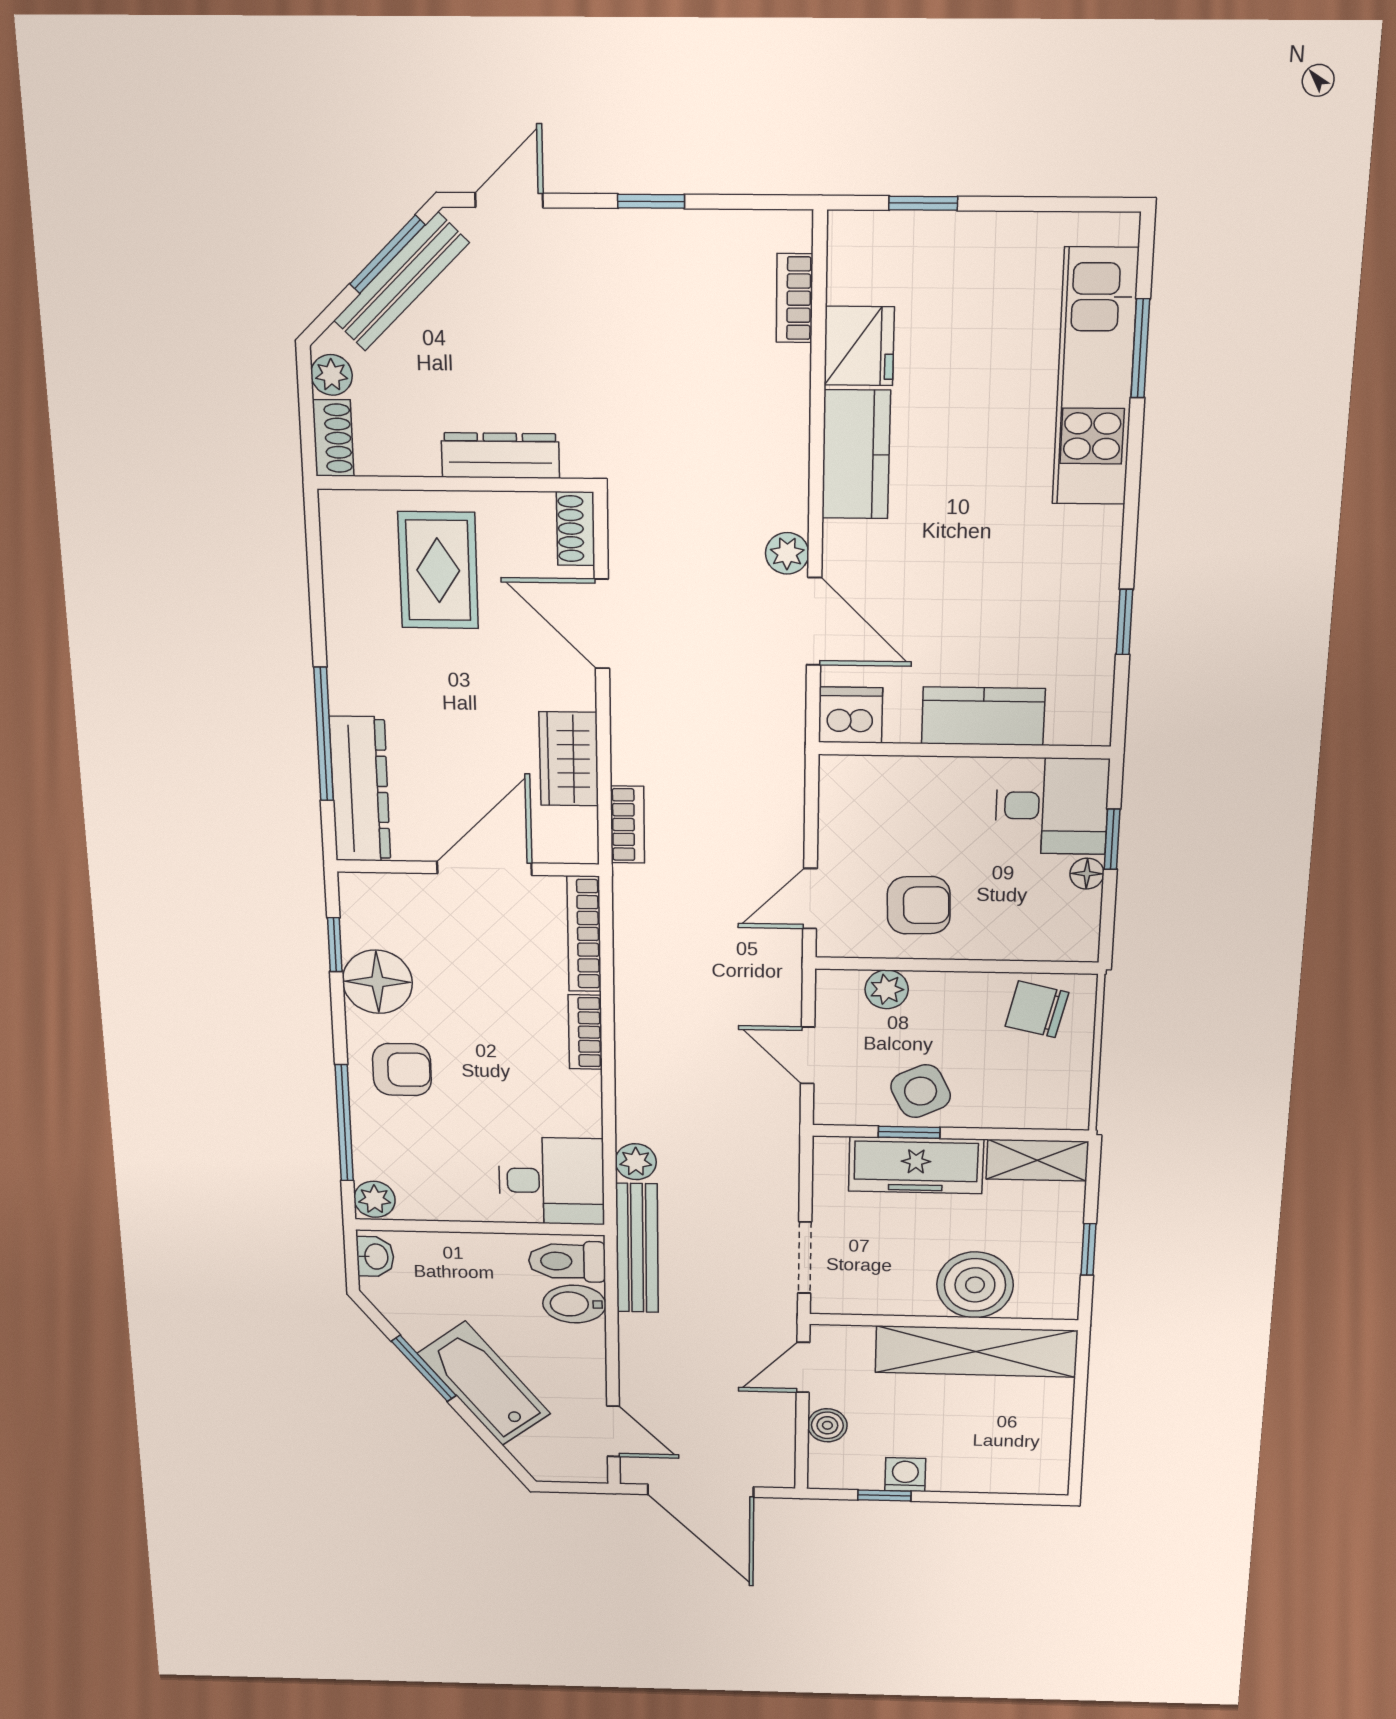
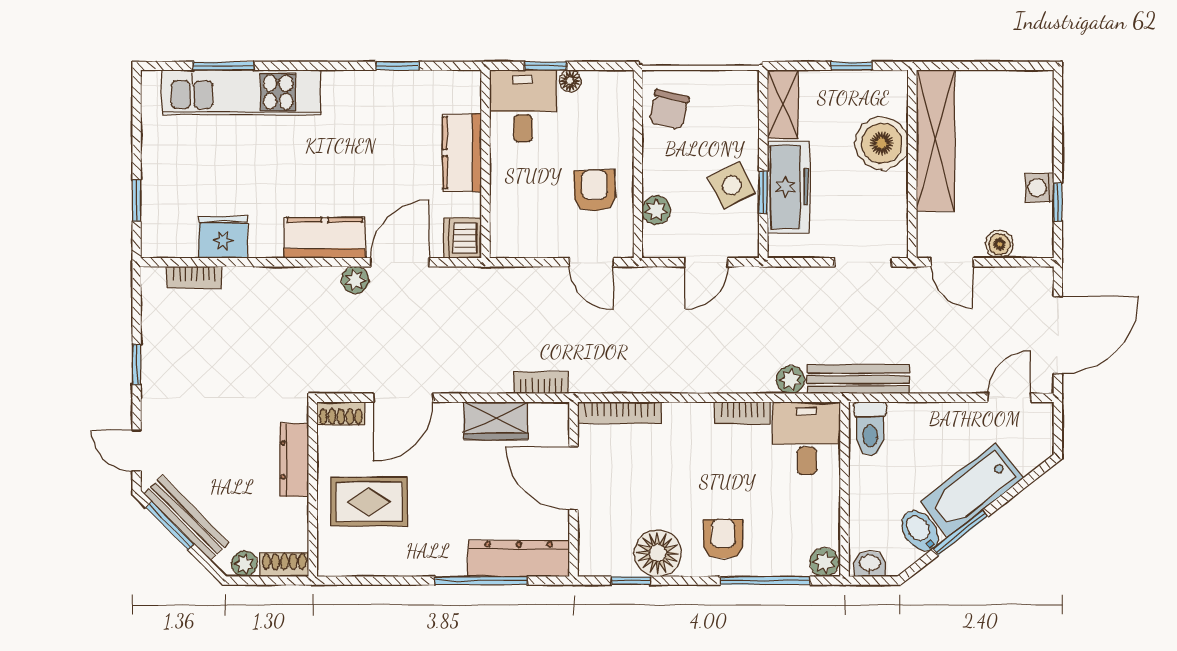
kitchen counter: (856, 455) -> (325, 238), moved
bookcase: (585, 1032) -> (742, 413), moved
bidet: (574, 1304) -> (920, 531), moved, turned 142

